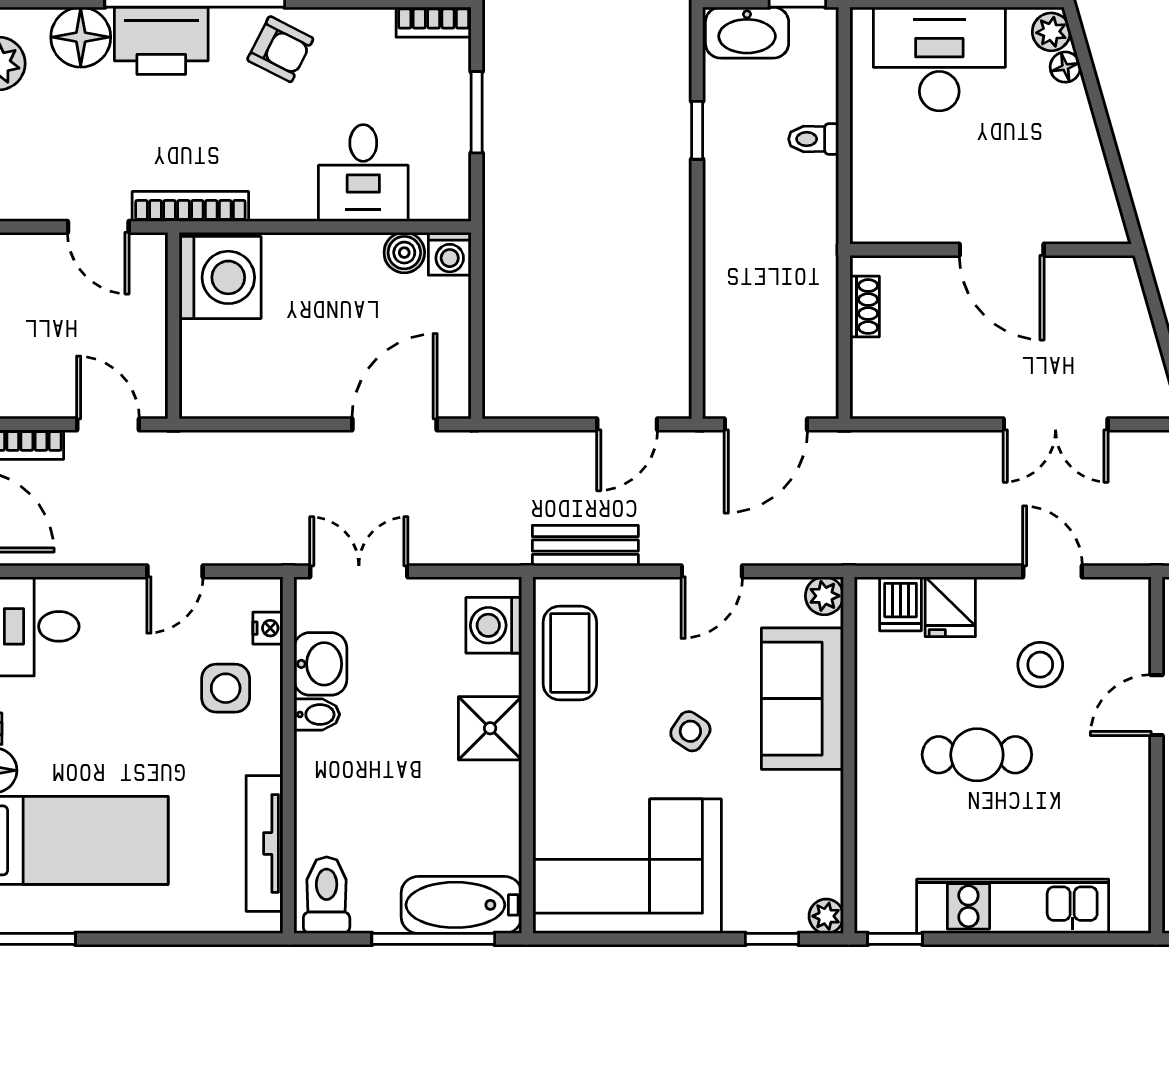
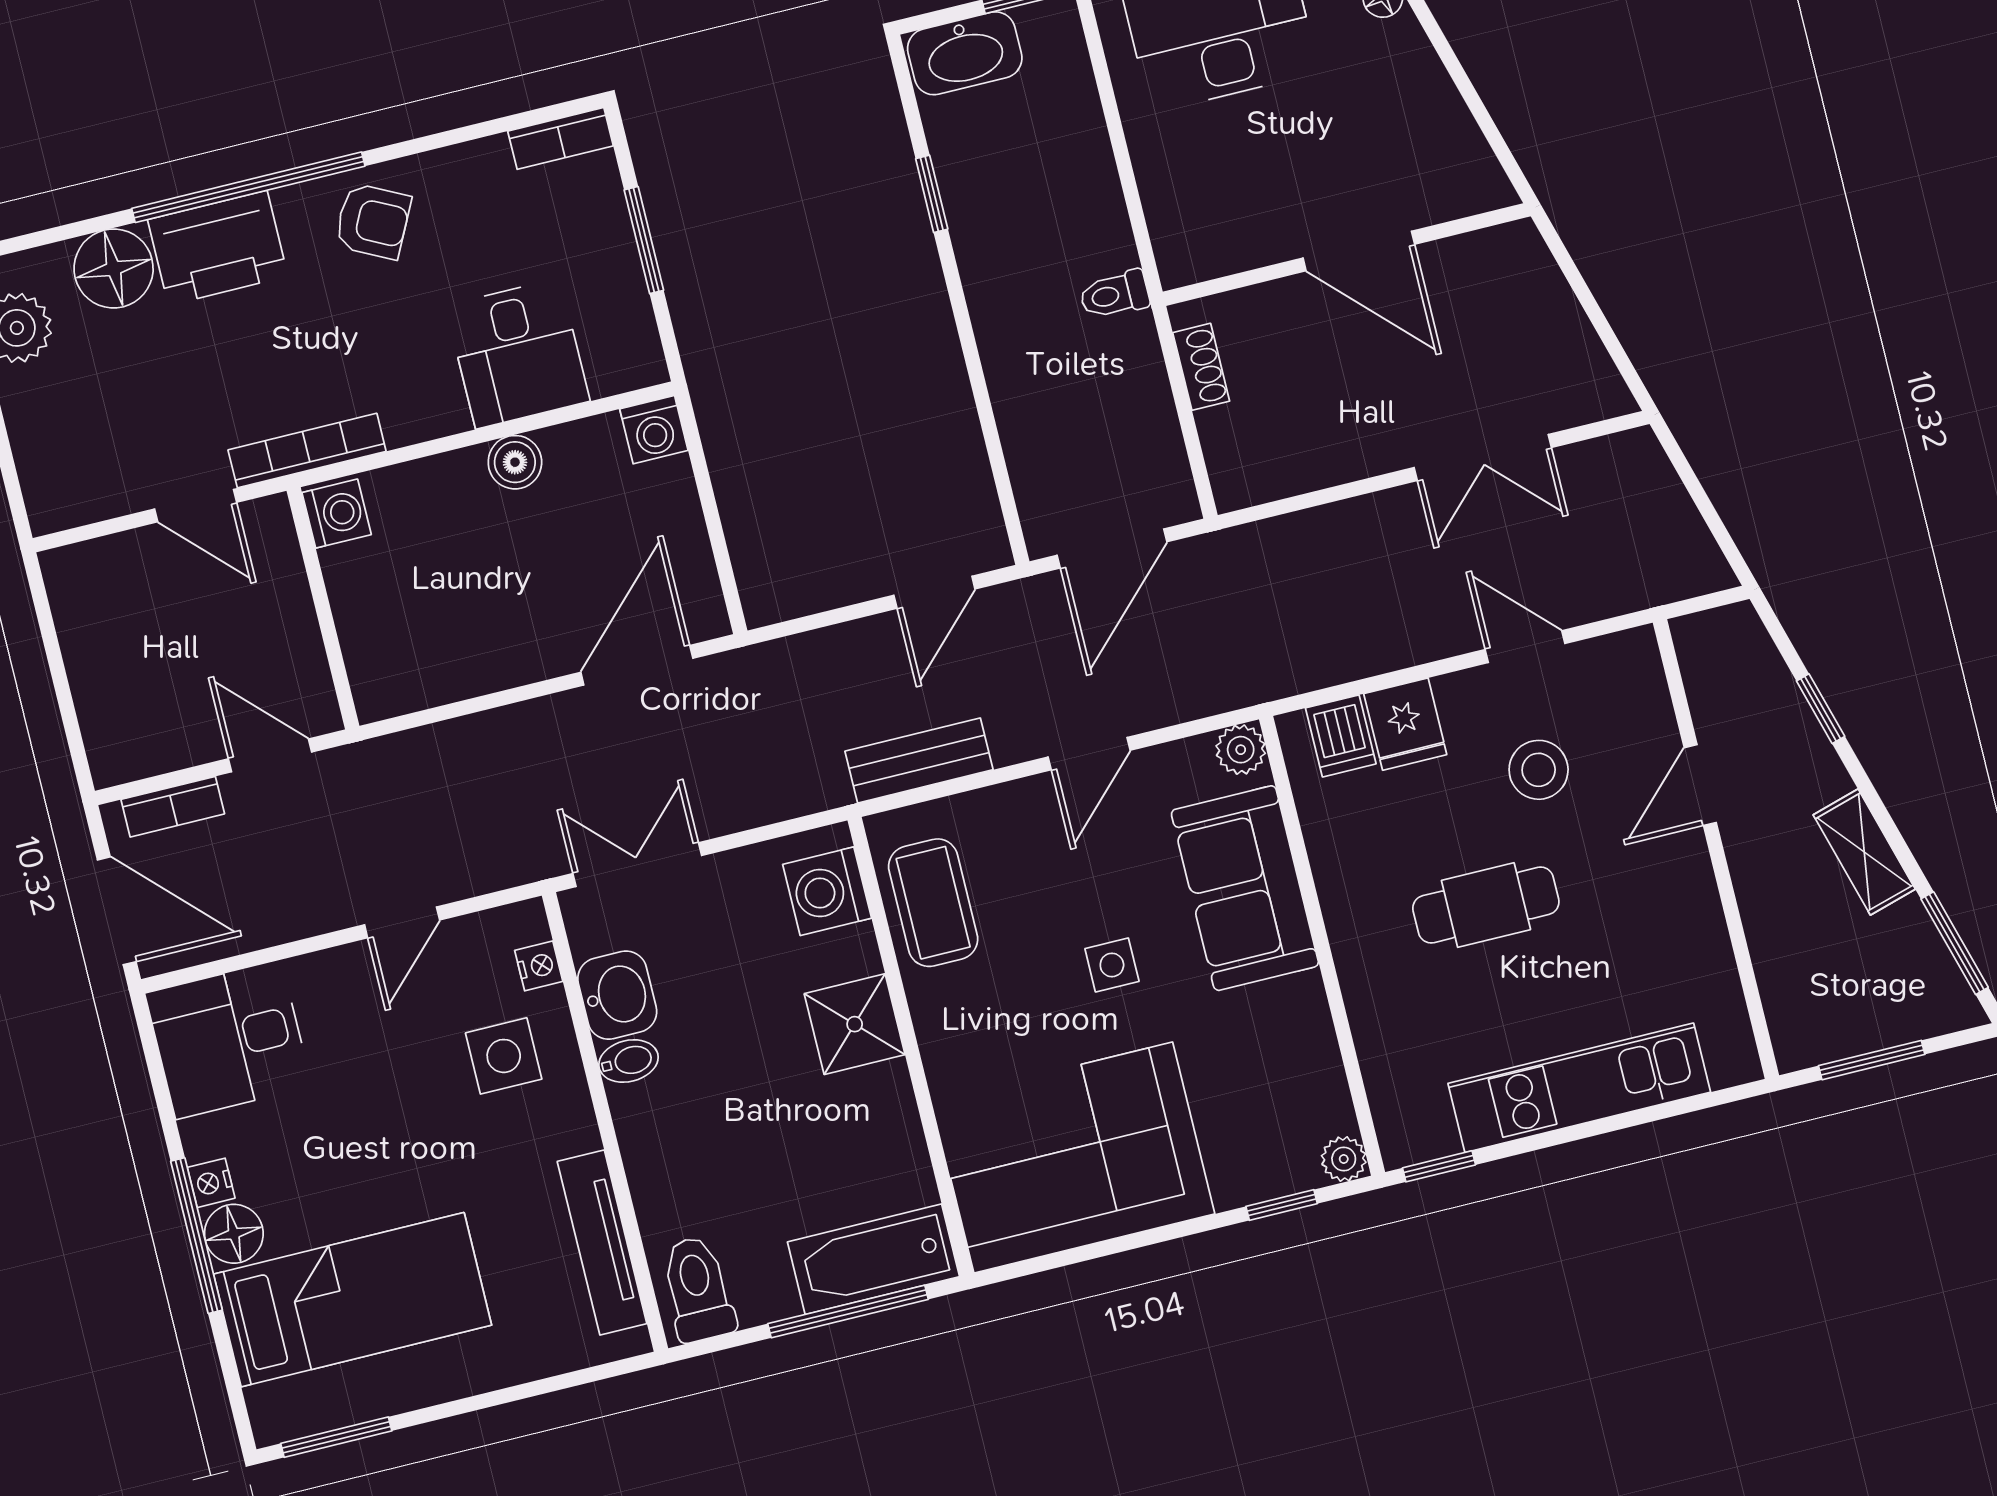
toilet: (814, 139) -> (1114, 295), moved
boiler: (404, 253) -> (515, 462), moved
washing machine: (220, 277) -> (337, 514), width x0.53, depth x0.53
side table: (690, 731) -> (1112, 965), turned -34

